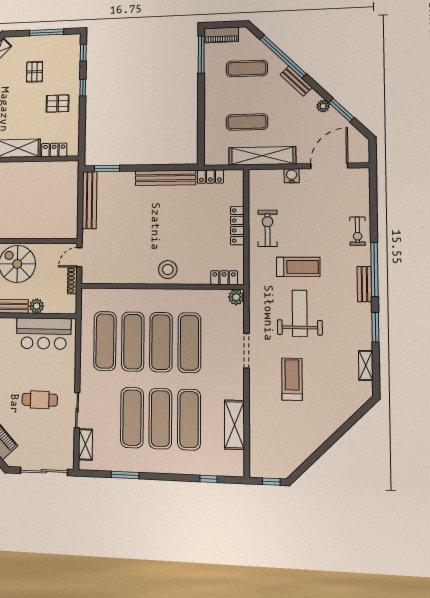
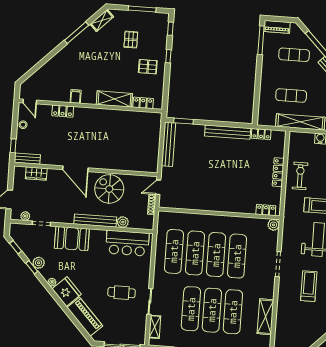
stool: (168, 270) -> (225, 201), removed

